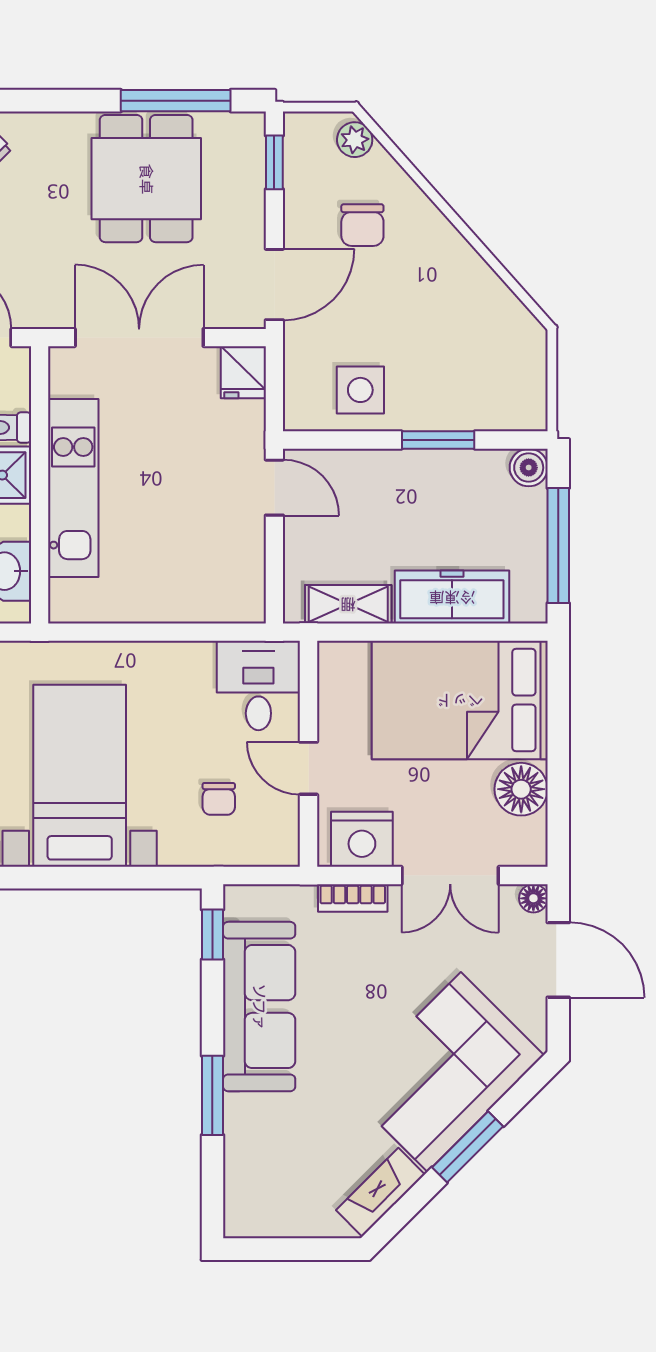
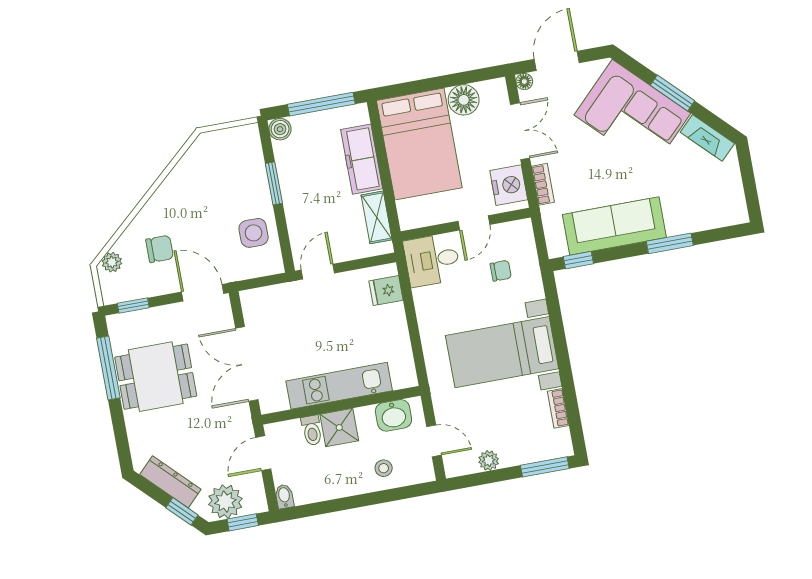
fridge: (243, 372) -> (386, 291), moved, turned 180

